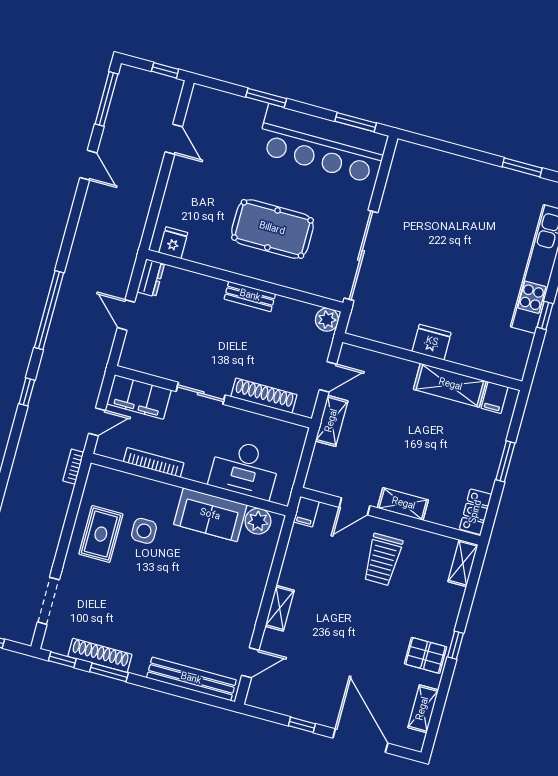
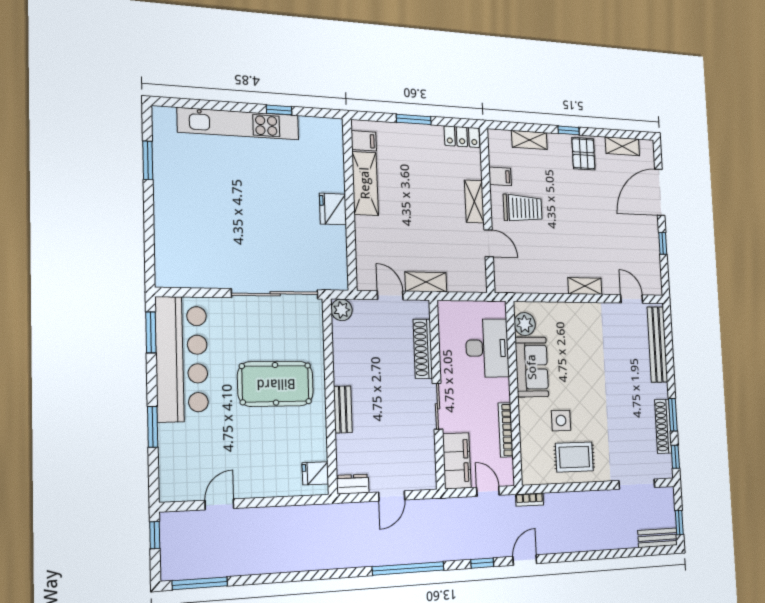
door: (88, 165) -> (525, 560), moved
pool table: (272, 229) -> (276, 384), turned 90
bench: (250, 296) -> (343, 409), moved
filing cabinet: (306, 512) -> (500, 176), moved
shelving: (463, 563) -> (529, 140), moved

